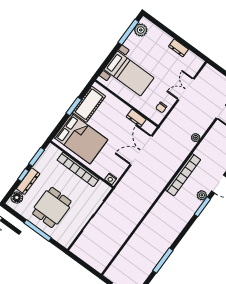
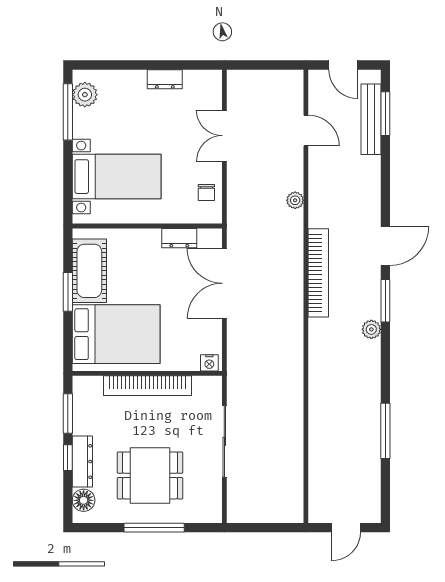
plant: (202, 195) -> (371, 329), moved
dining table: (52, 207) -> (150, 475), turned 90

